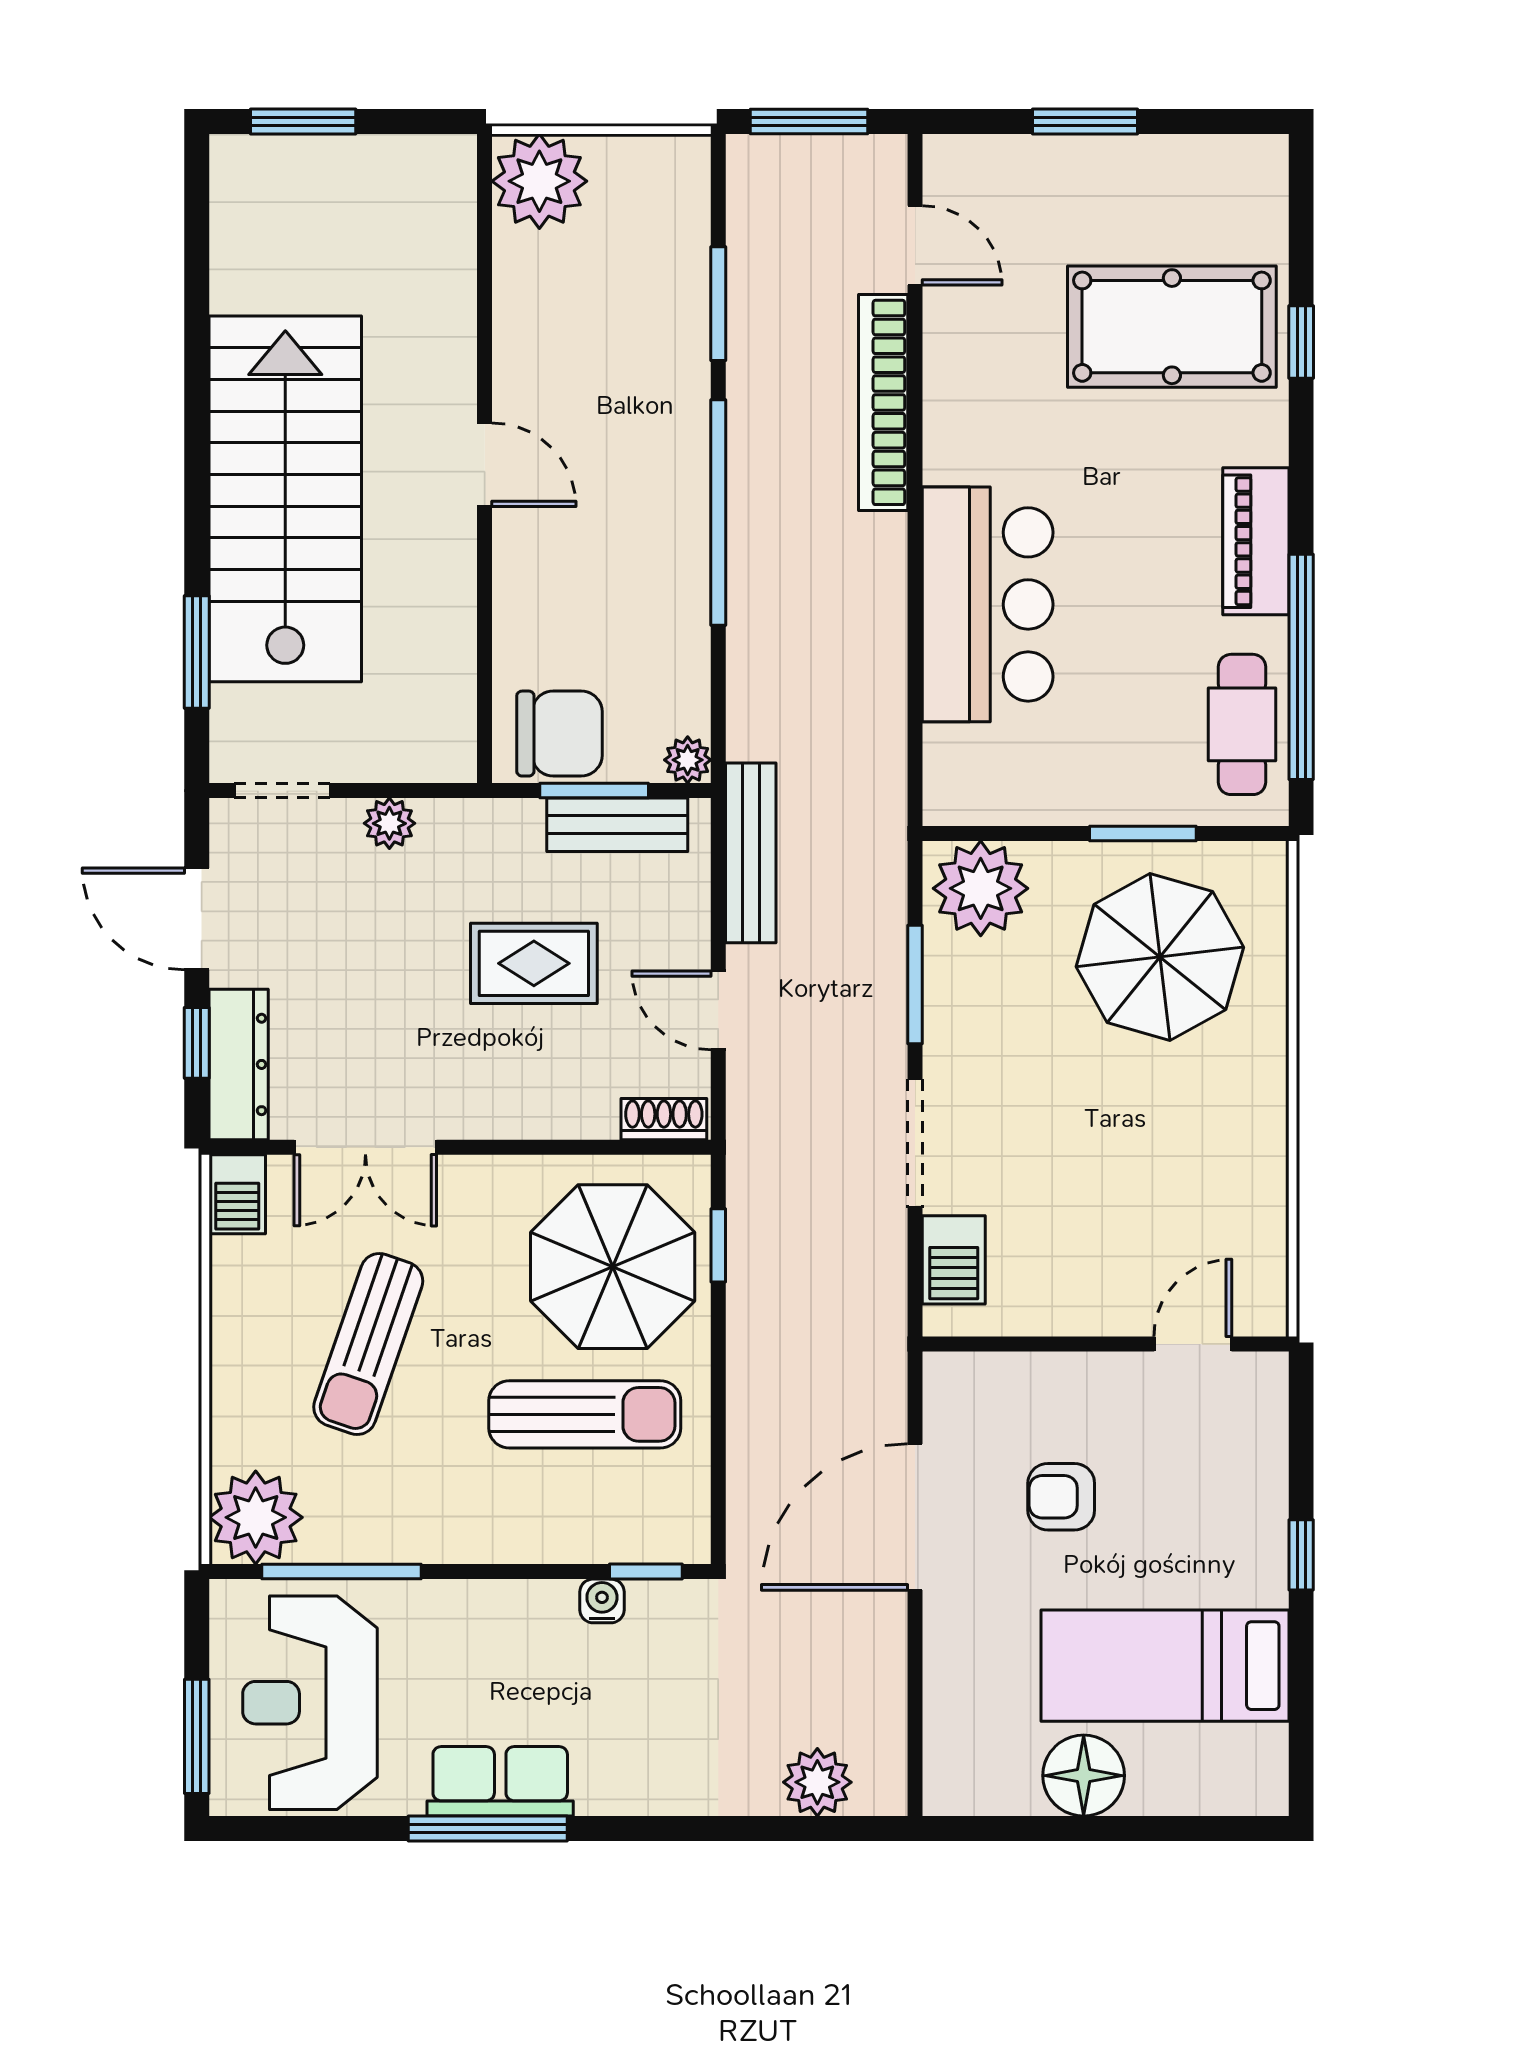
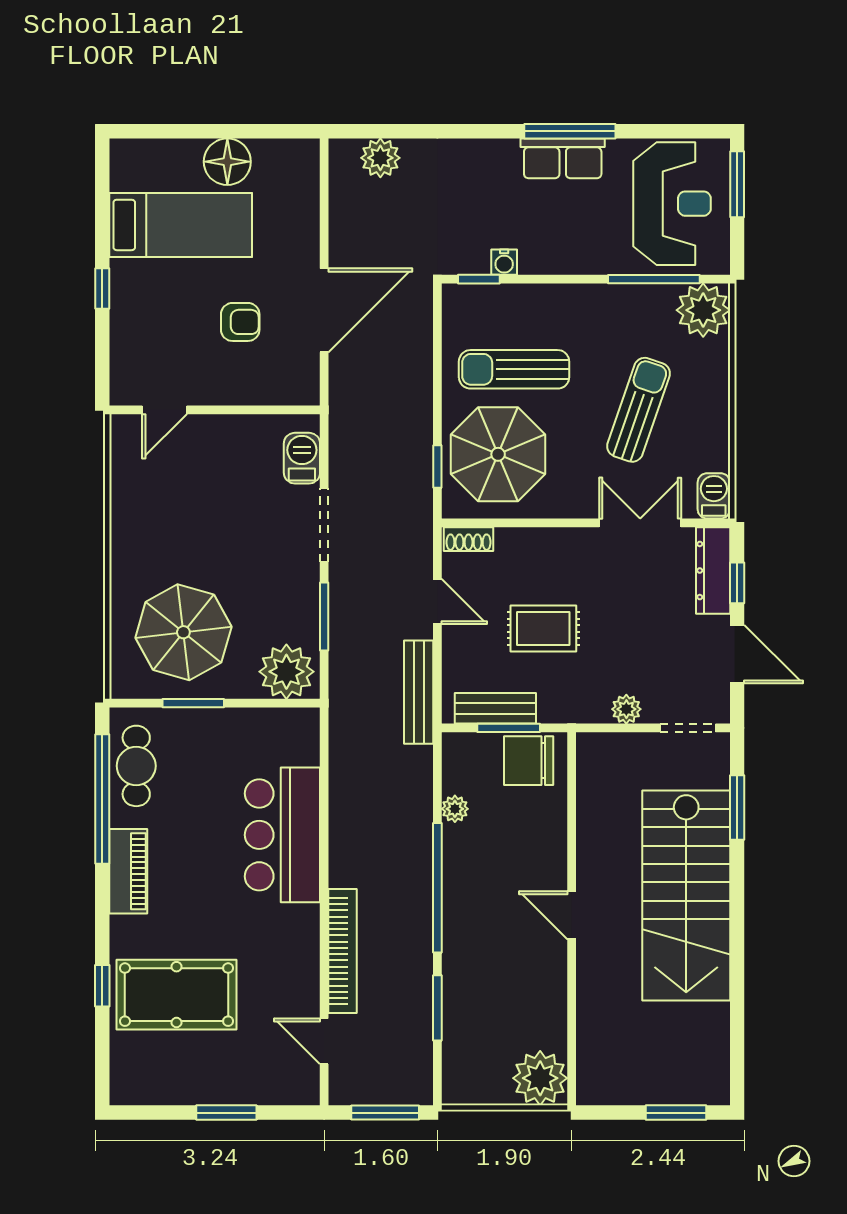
plant: (688, 760) -> (455, 809), moved

